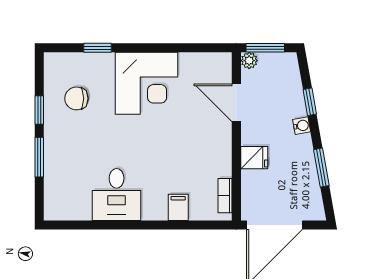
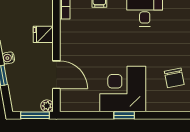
window: (98, 48) -> (124, 115), moved
chair: (76, 98) -> (174, 78), turned 79

